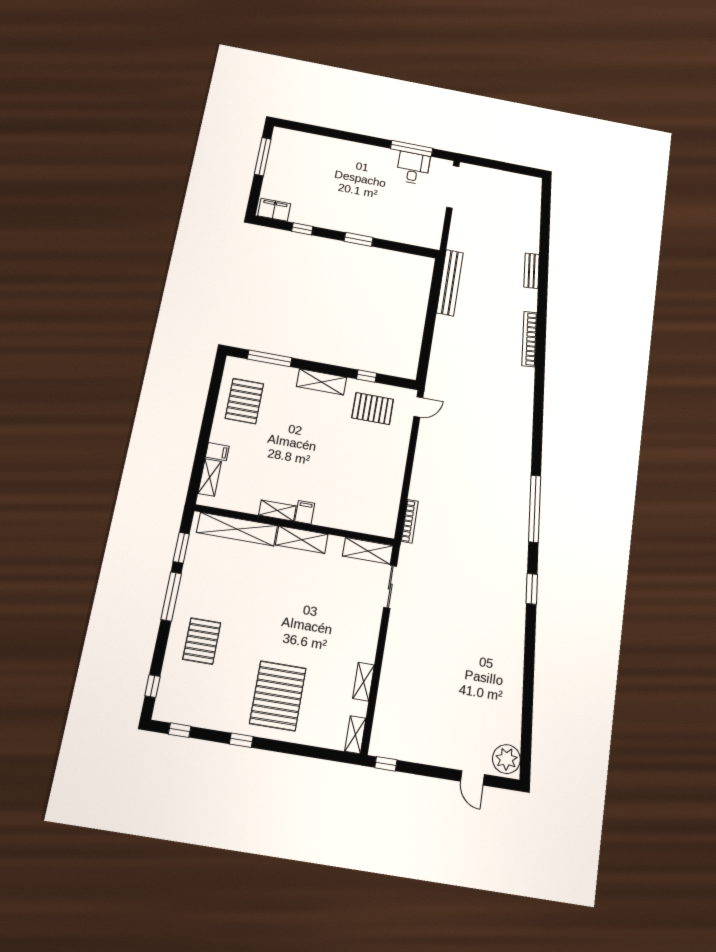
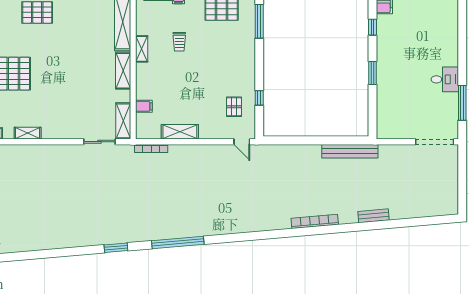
desk: (413, 168) -> (445, 79), moved
shelving: (322, 382) -> (180, 132), moved, turned 90
pallet: (373, 409) -> (234, 107), width x0.67, depth x0.71
trolley: (277, 461) -> (179, 42), added
filing cabinet: (305, 512) -> (144, 106), moved

